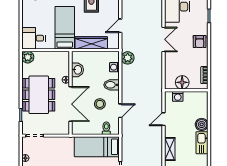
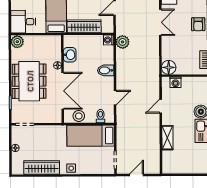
washing machine: (114, 67) -> (109, 40), moved
floor lamp: (182, 82) -> (169, 67), moved
stool: (100, 104) -> (79, 116), moved

